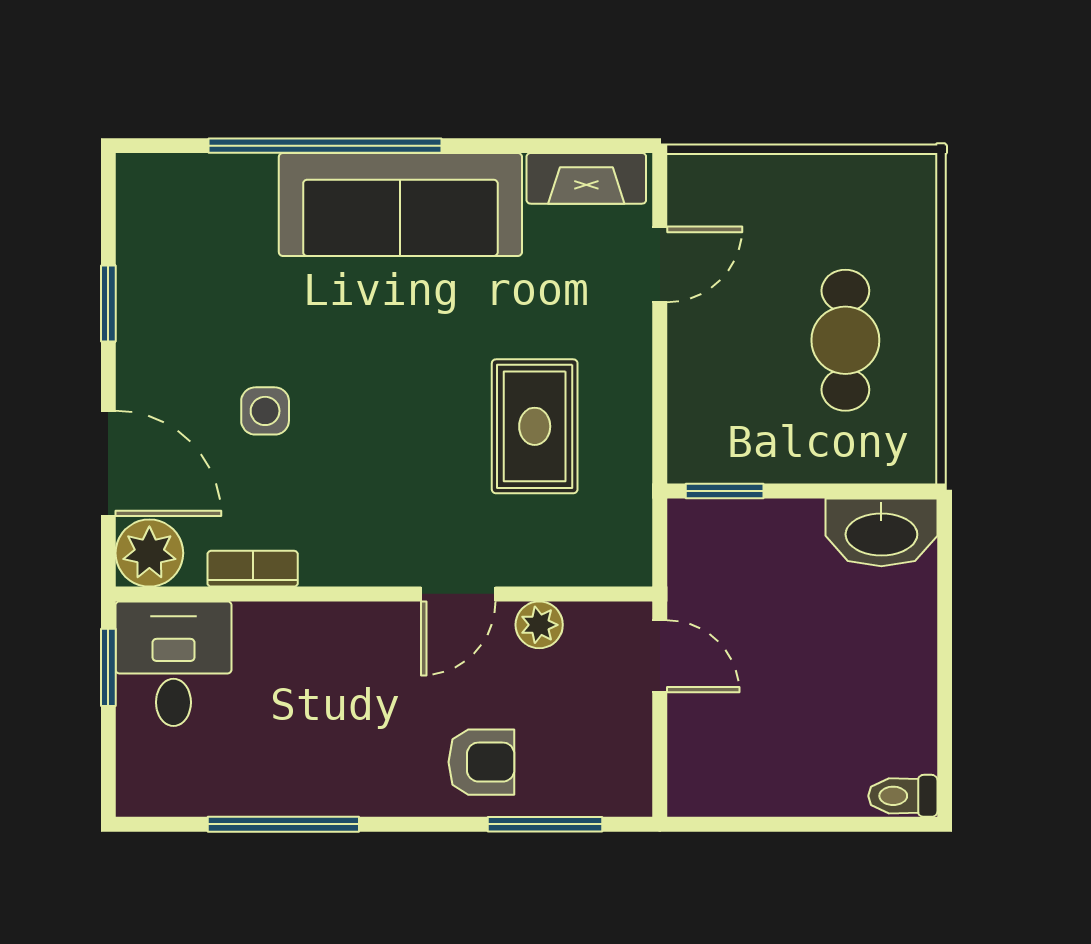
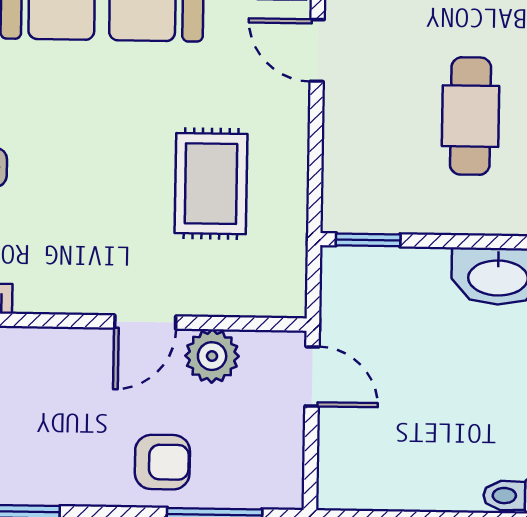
door: (660, 264) -> (317, 50), swing flipped
plant: (539, 625) -> (212, 356), width x1.38, depth x1.38

